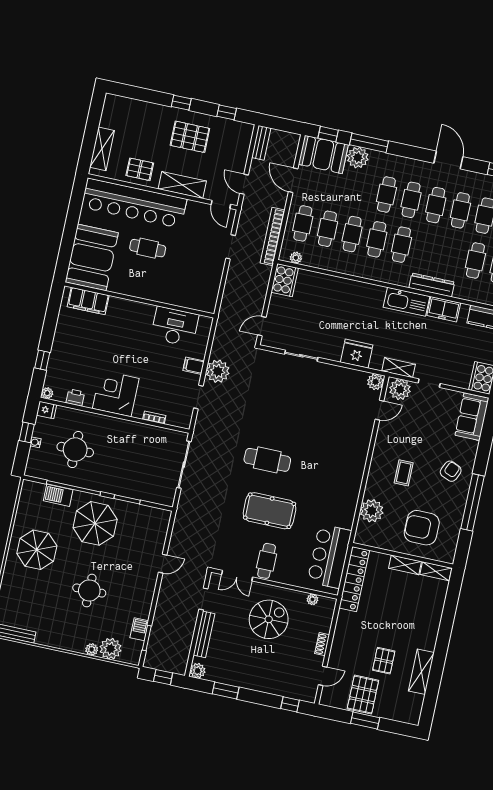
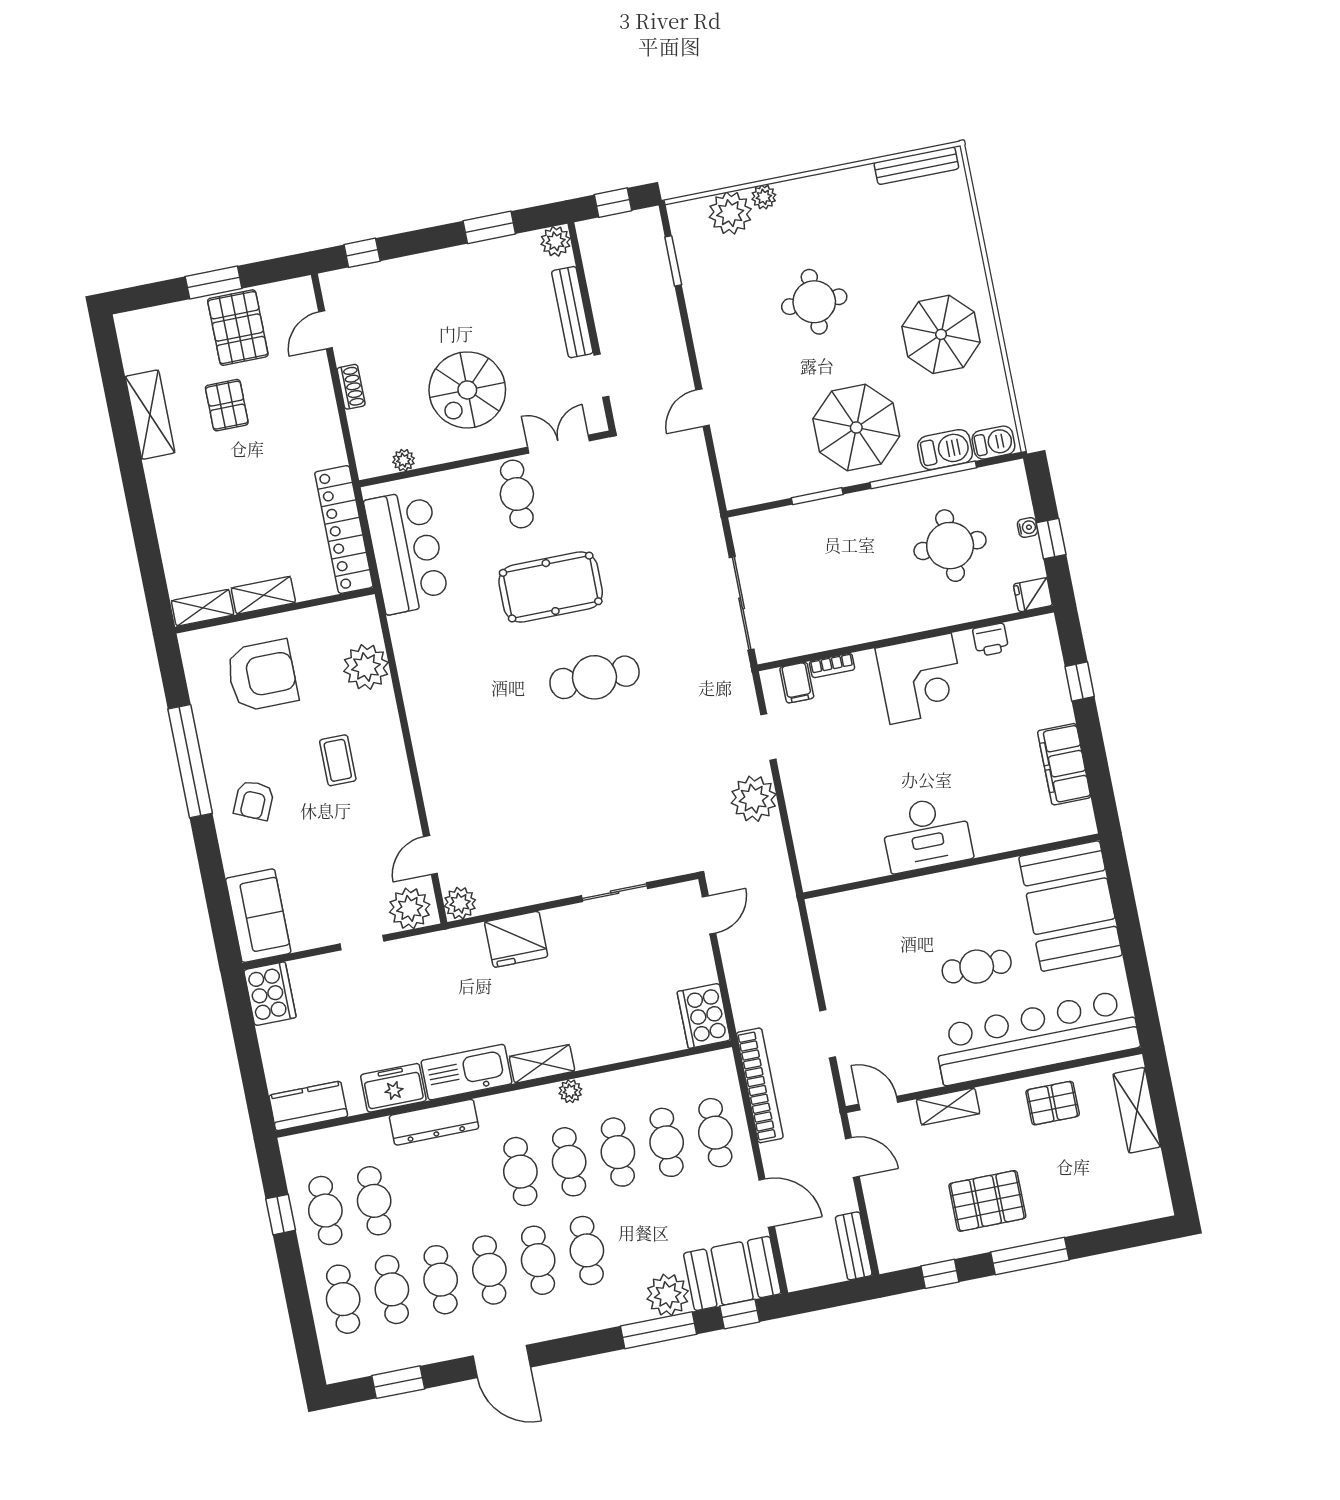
window: (181, 103) -> (1030, 1256), width x2.17
shelving: (182, 185) -> (948, 1106), width x0.67, depth x0.75
plant: (296, 258) -> (570, 1091), moved
filing cabinet: (88, 301) -> (1064, 764), moved, turned -90
desk: (175, 327) -> (926, 834), moved
filing cabinet: (194, 366) -> (797, 683), moved, turned 90
shelving: (399, 368) -> (542, 1064), moved
plant: (47, 393) -> (1045, 626), removed
barbecue: (139, 629) -> (993, 443), moved, turned -90

